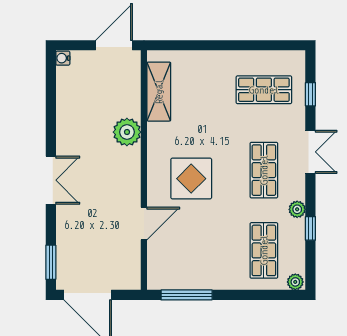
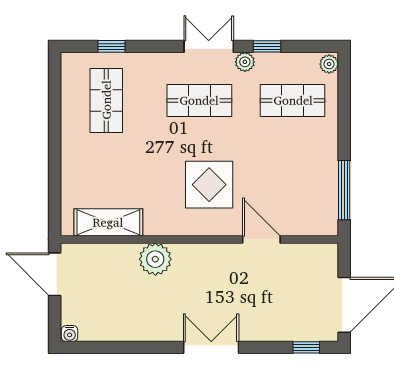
double door: (310, 152) -> (209, 46), moved
window: (51, 262) -> (306, 347), width x0.67

